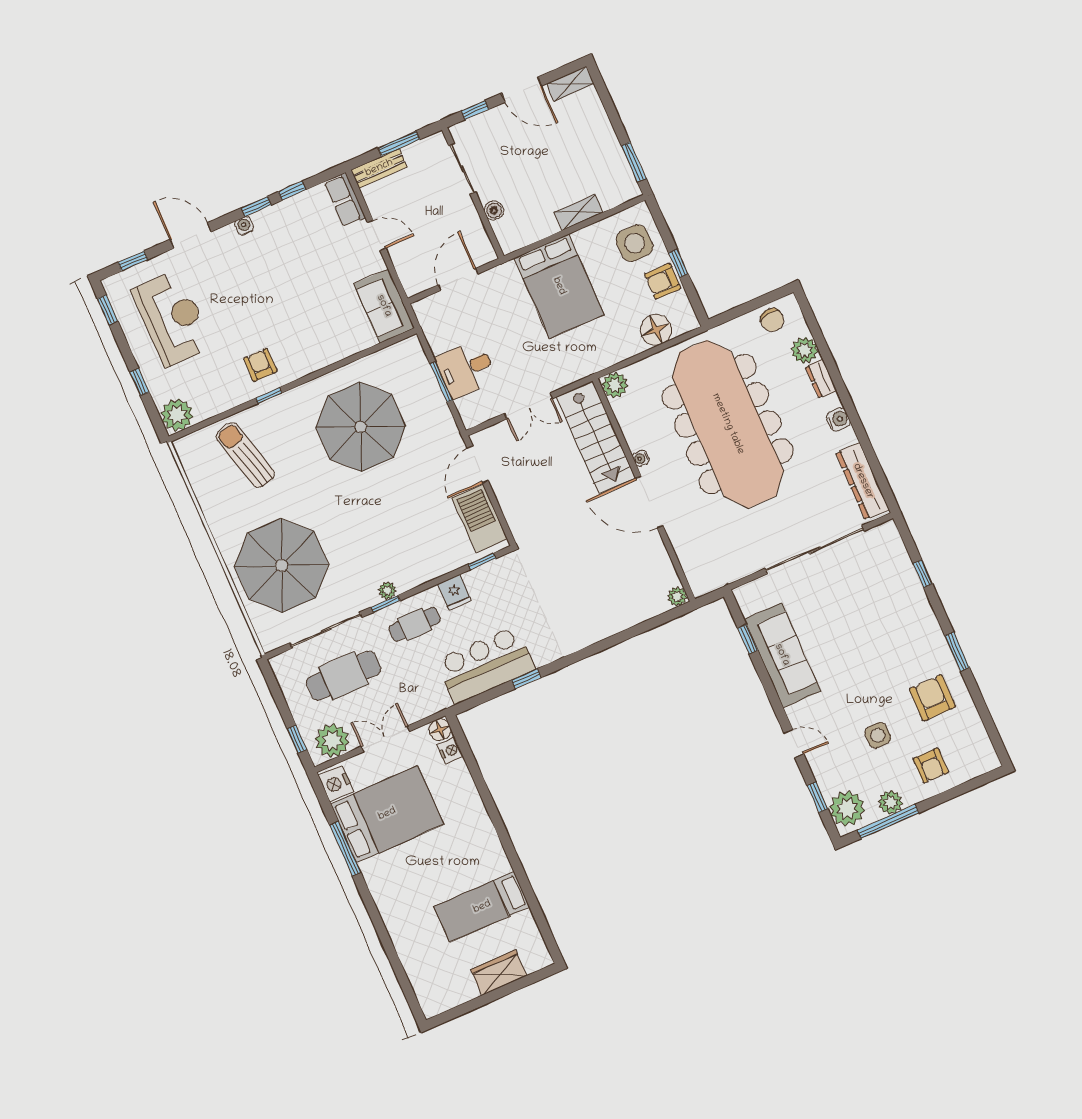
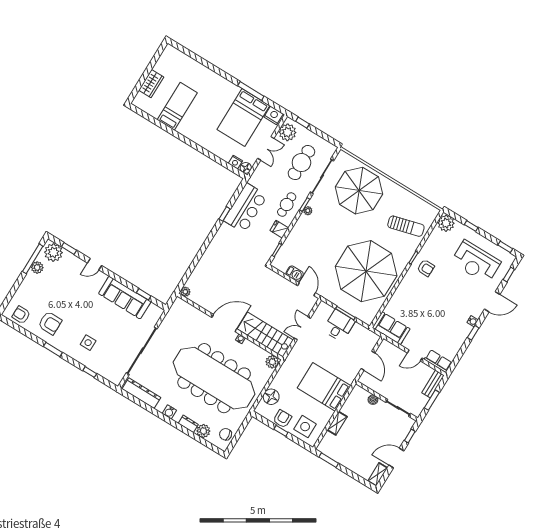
window: (292, 191) -> (463, 350), removed
parasol: (361, 427) -> (366, 271), width x1.36, depth x1.36
barbecue: (480, 518) -> (295, 274), width x0.53, depth x0.65
side table: (878, 735) -> (88, 343), moved
armchair: (931, 766) -> (21, 315), moved

